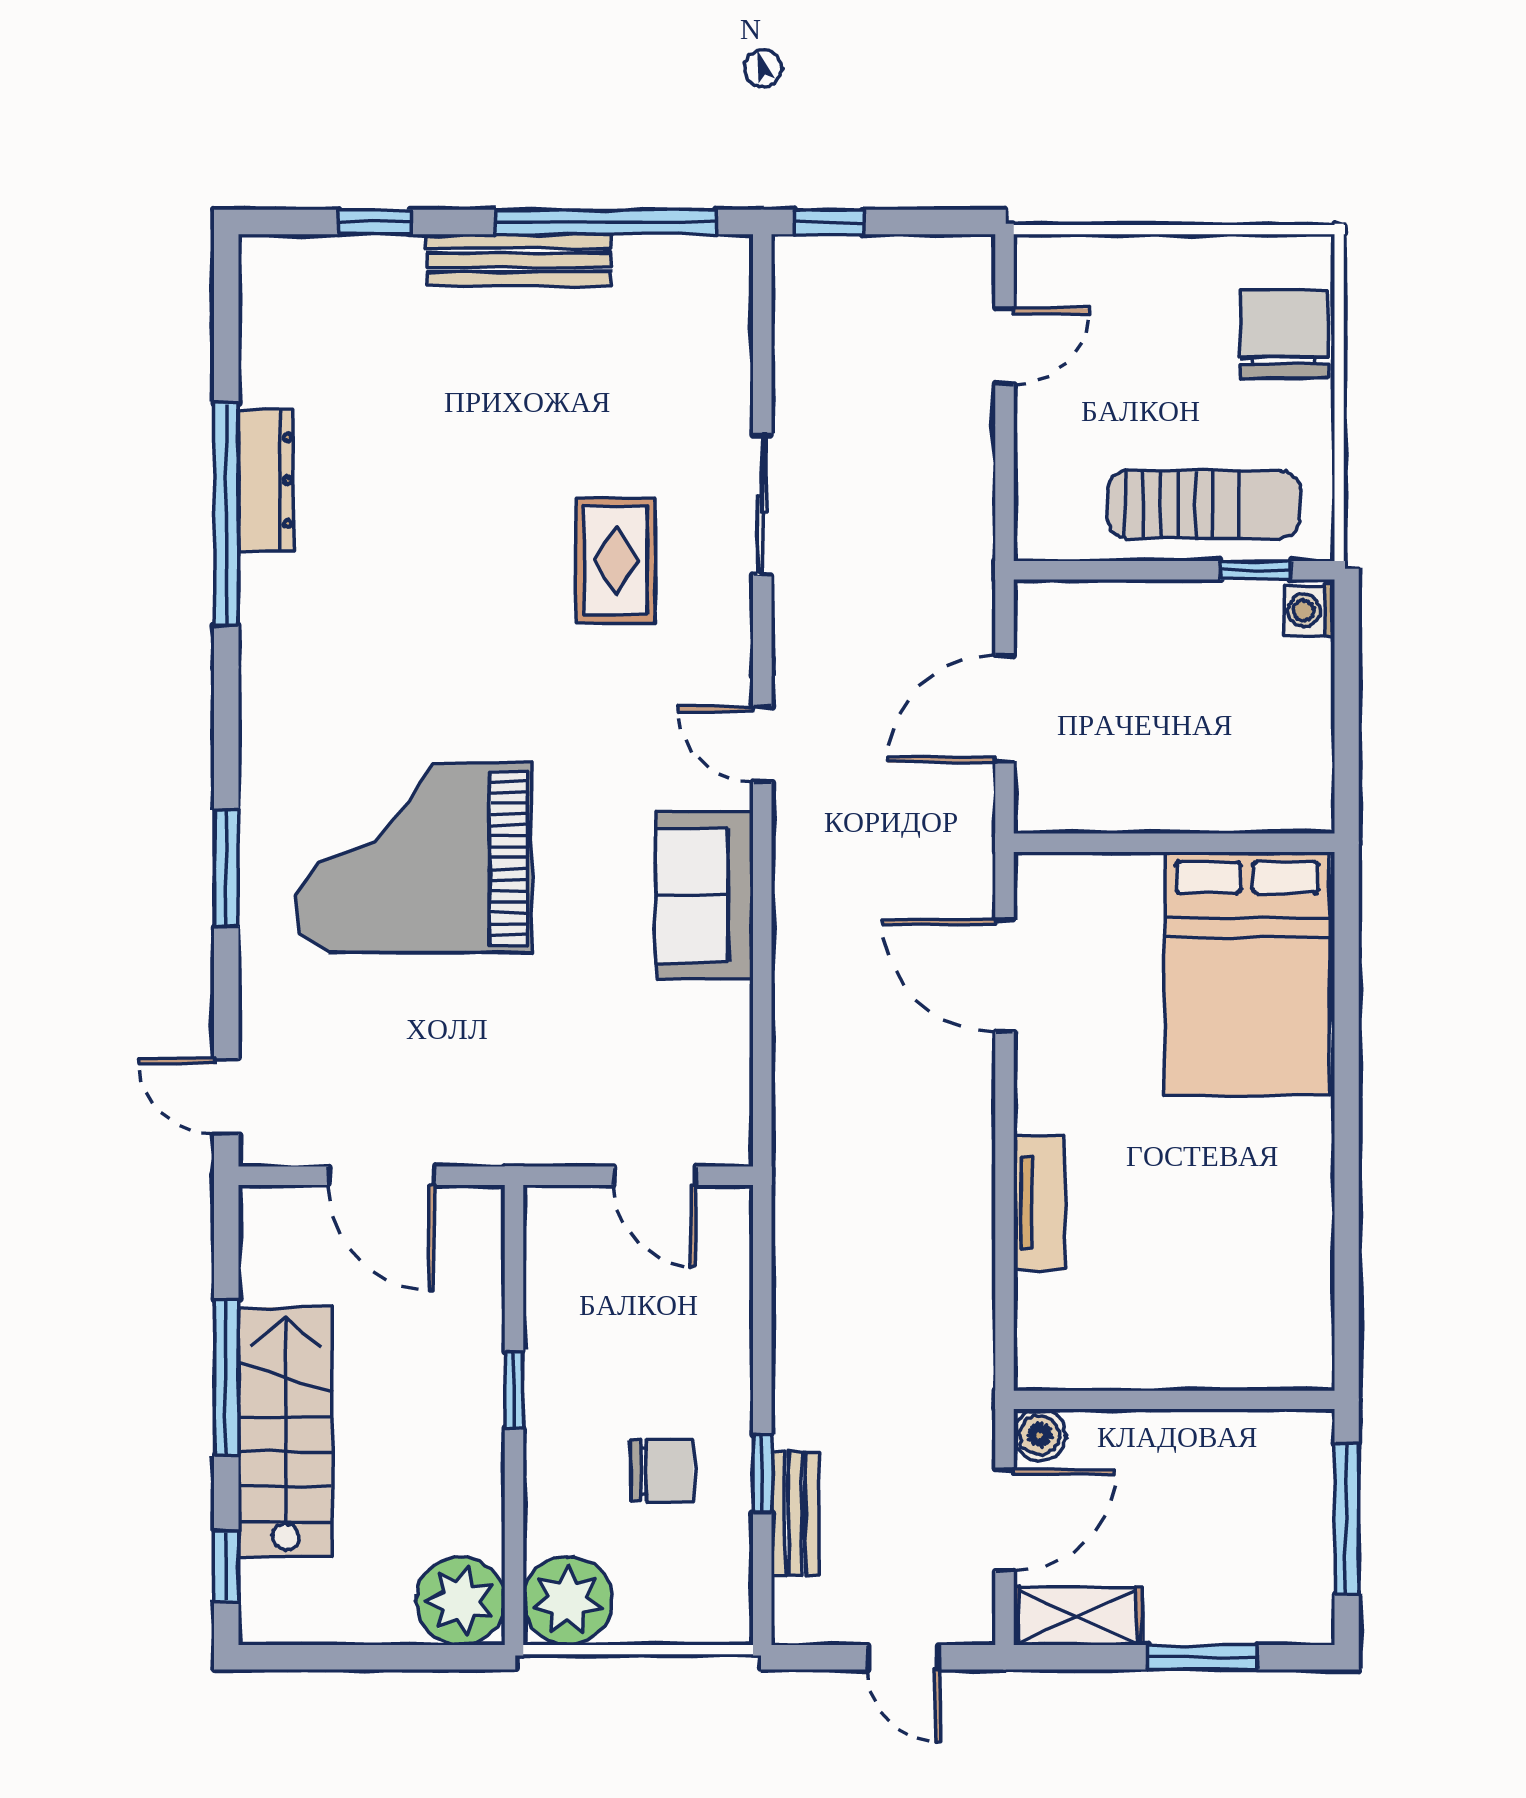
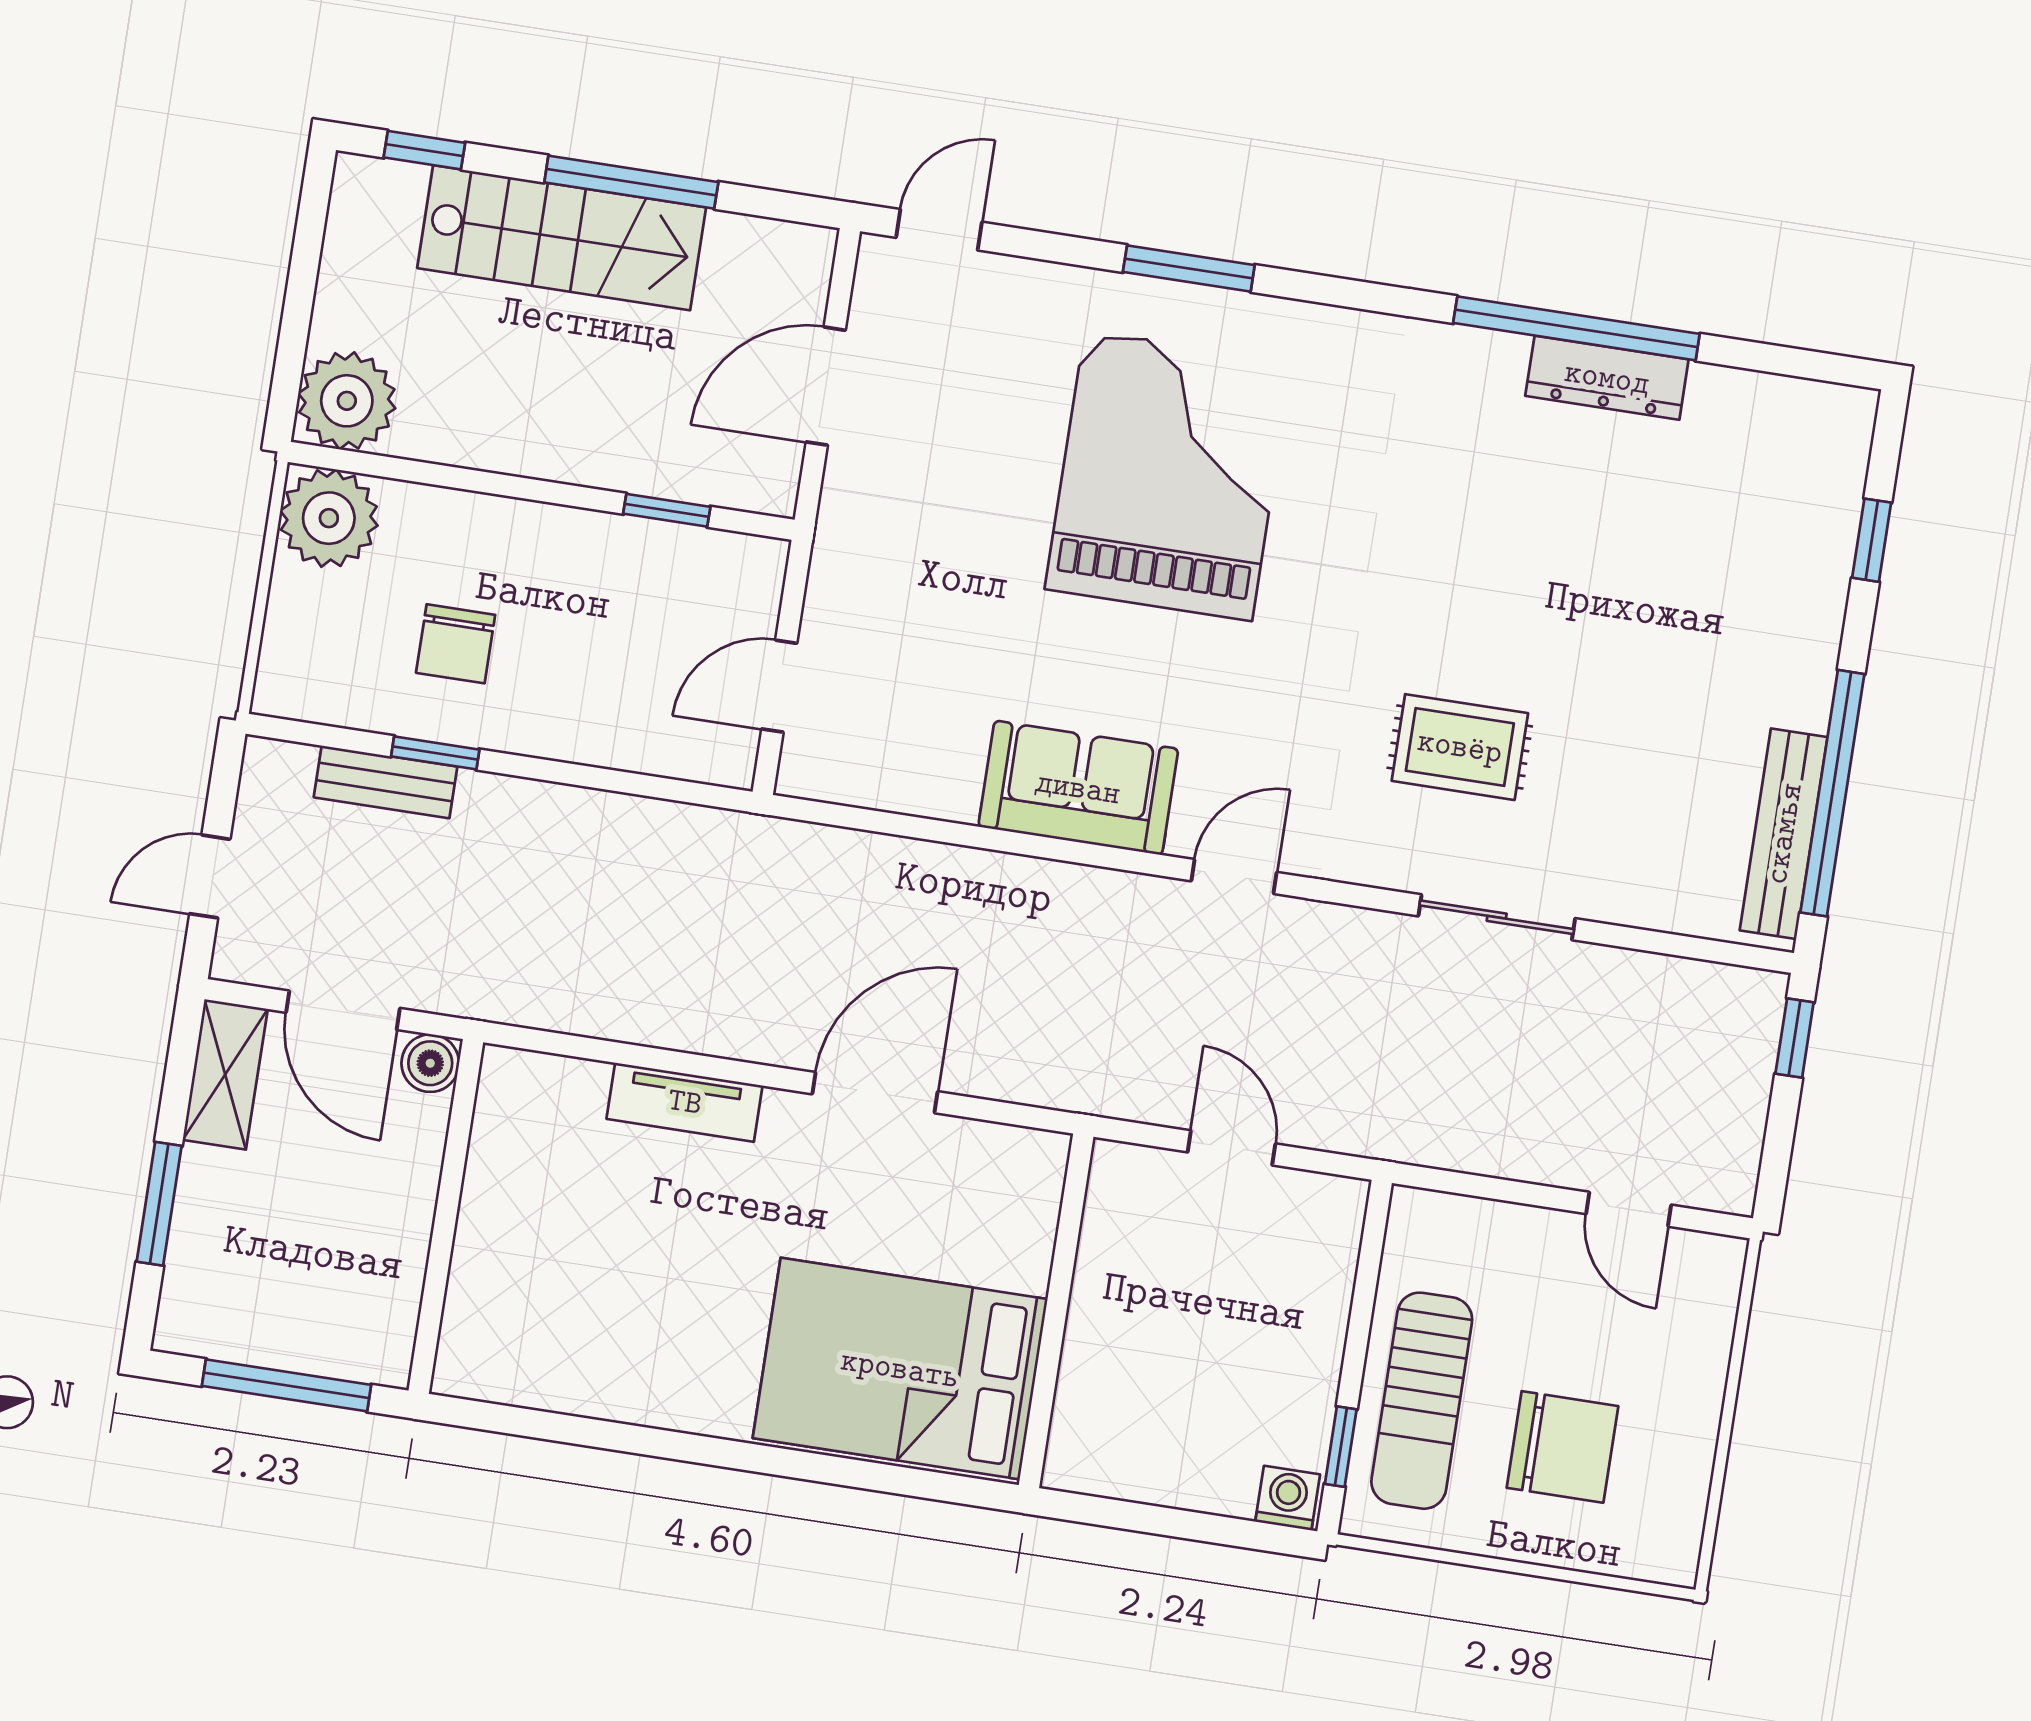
bench: (519, 260) -> (1784, 834), moved
chair: (1284, 334) -> (1562, 1447), moved
door: (1004, 709) -> (1232, 1148), width x0.73
door: (1004, 976) -> (875, 1093), moved
window: (514, 1390) -> (667, 510), moved

